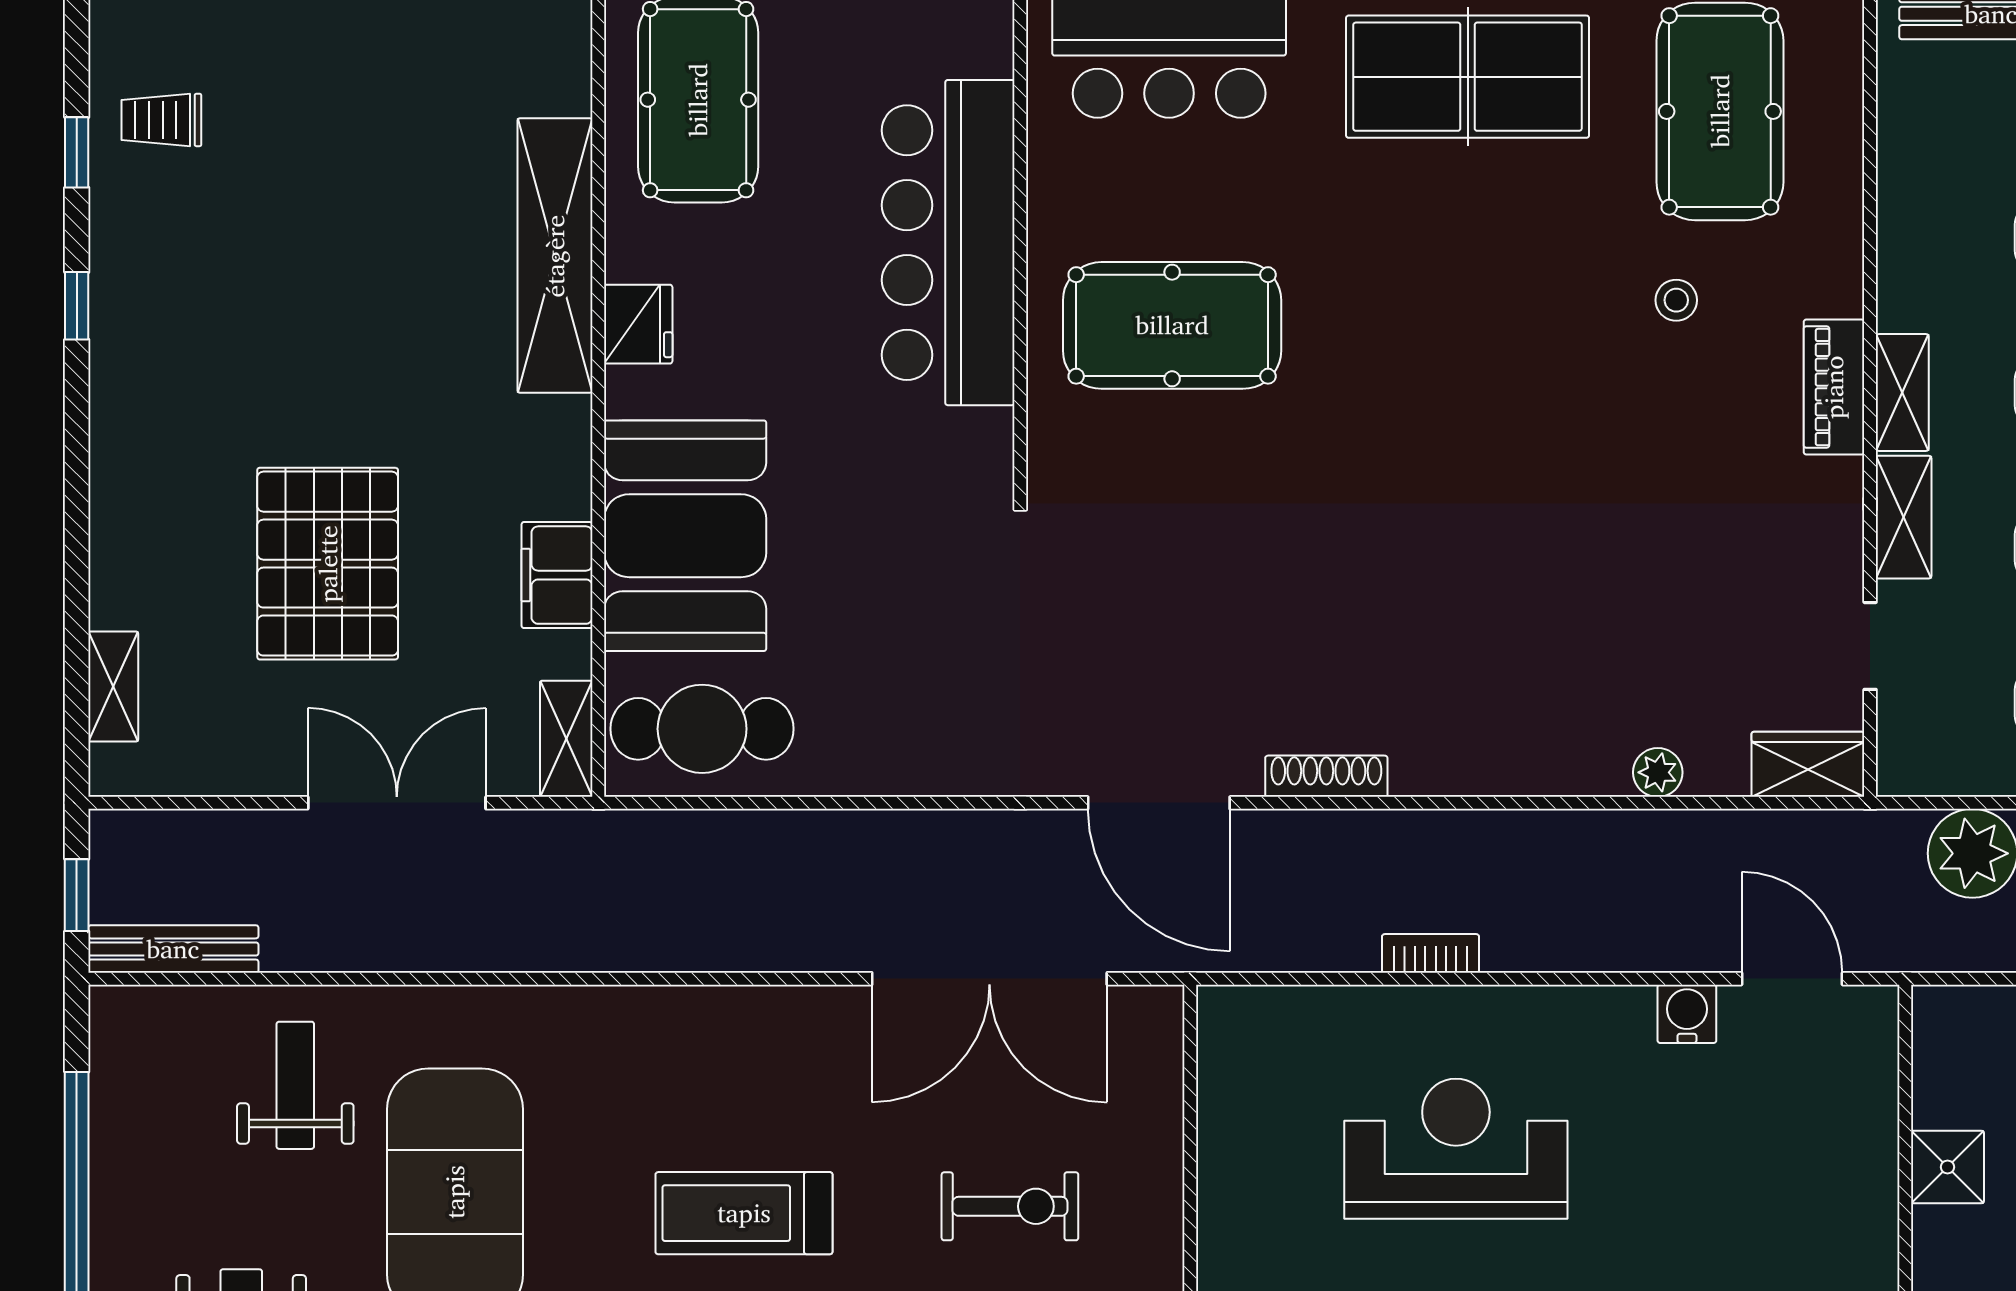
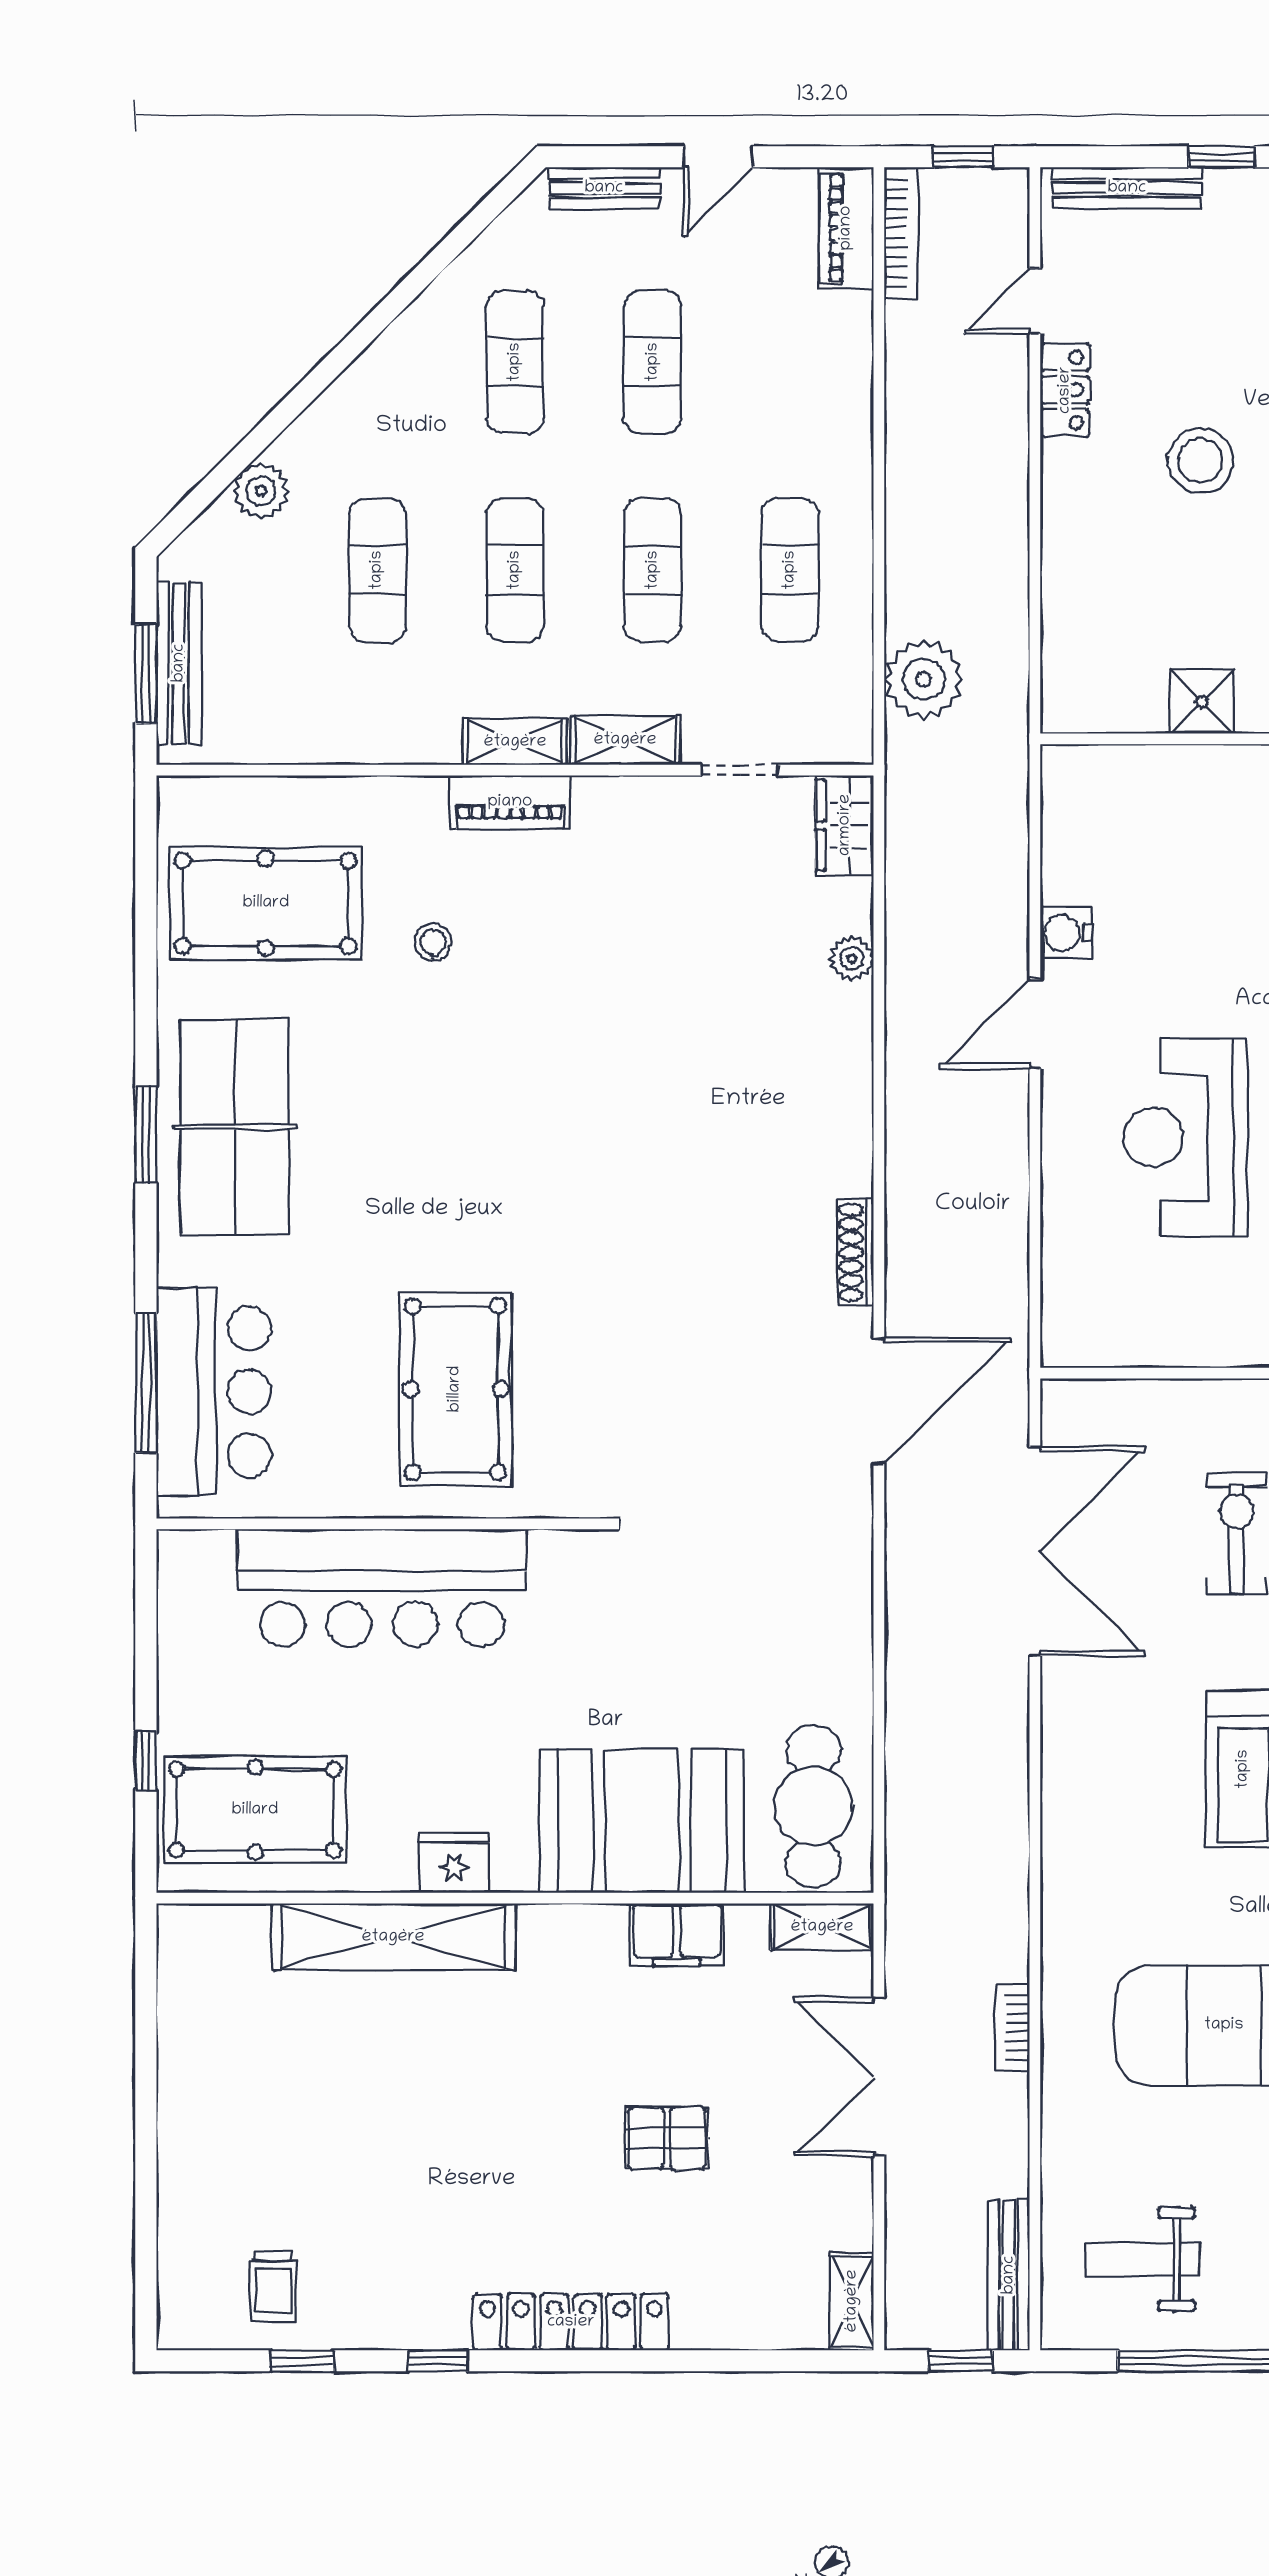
locker: (120, 456) -> (571, 2322), added
pallet: (328, 564) -> (667, 2138), width x0.49, depth x0.50
shelving: (113, 687) -> (852, 2301), moved, turned 90
bookcase: (1430, 953) -> (1012, 2027), moved
door: (1792, 979) -> (1035, 1024), moved
weight bench: (295, 1085) -> (1142, 2259), moved

